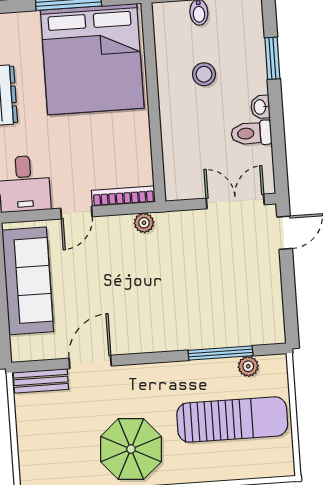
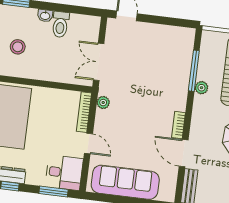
double door: (235, 201) -> (99, 62), moved
bookcase: (132, 346) -> (179, 125), added
plant: (248, 366) -> (201, 88), moved

